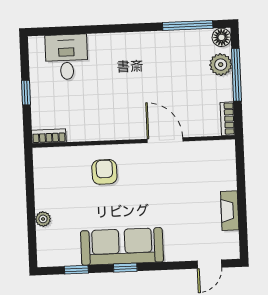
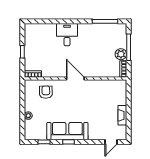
floor lamp: (221, 37) -> (122, 28), removed
desk: (67, 57) -> (67, 35), moved
plant: (221, 65) -> (121, 54), moved
door: (165, 140) -> (75, 78), moved
armchair: (104, 172) -> (46, 92), moved

